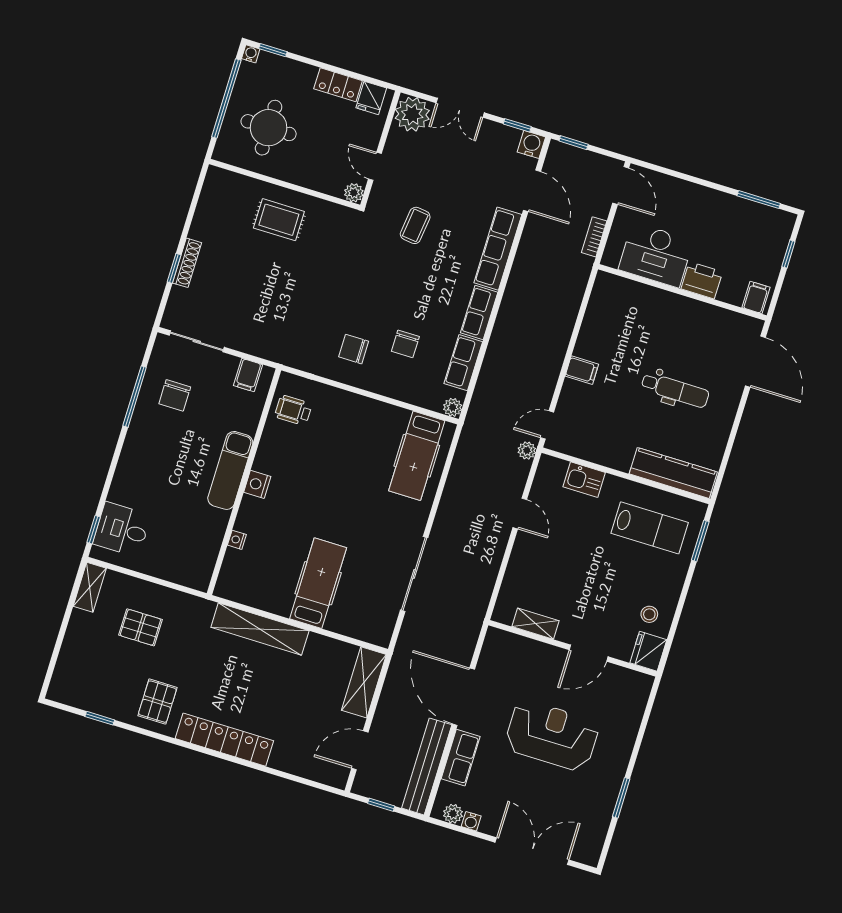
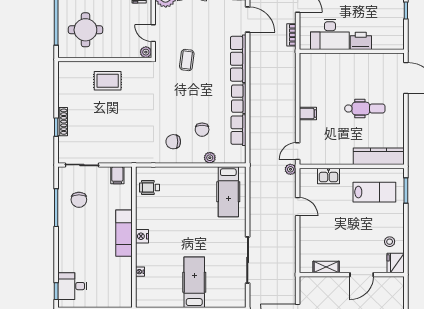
filing cabinet: (756, 297) -> (395, 41), removed
plant: (453, 407) -> (210, 158), moved

